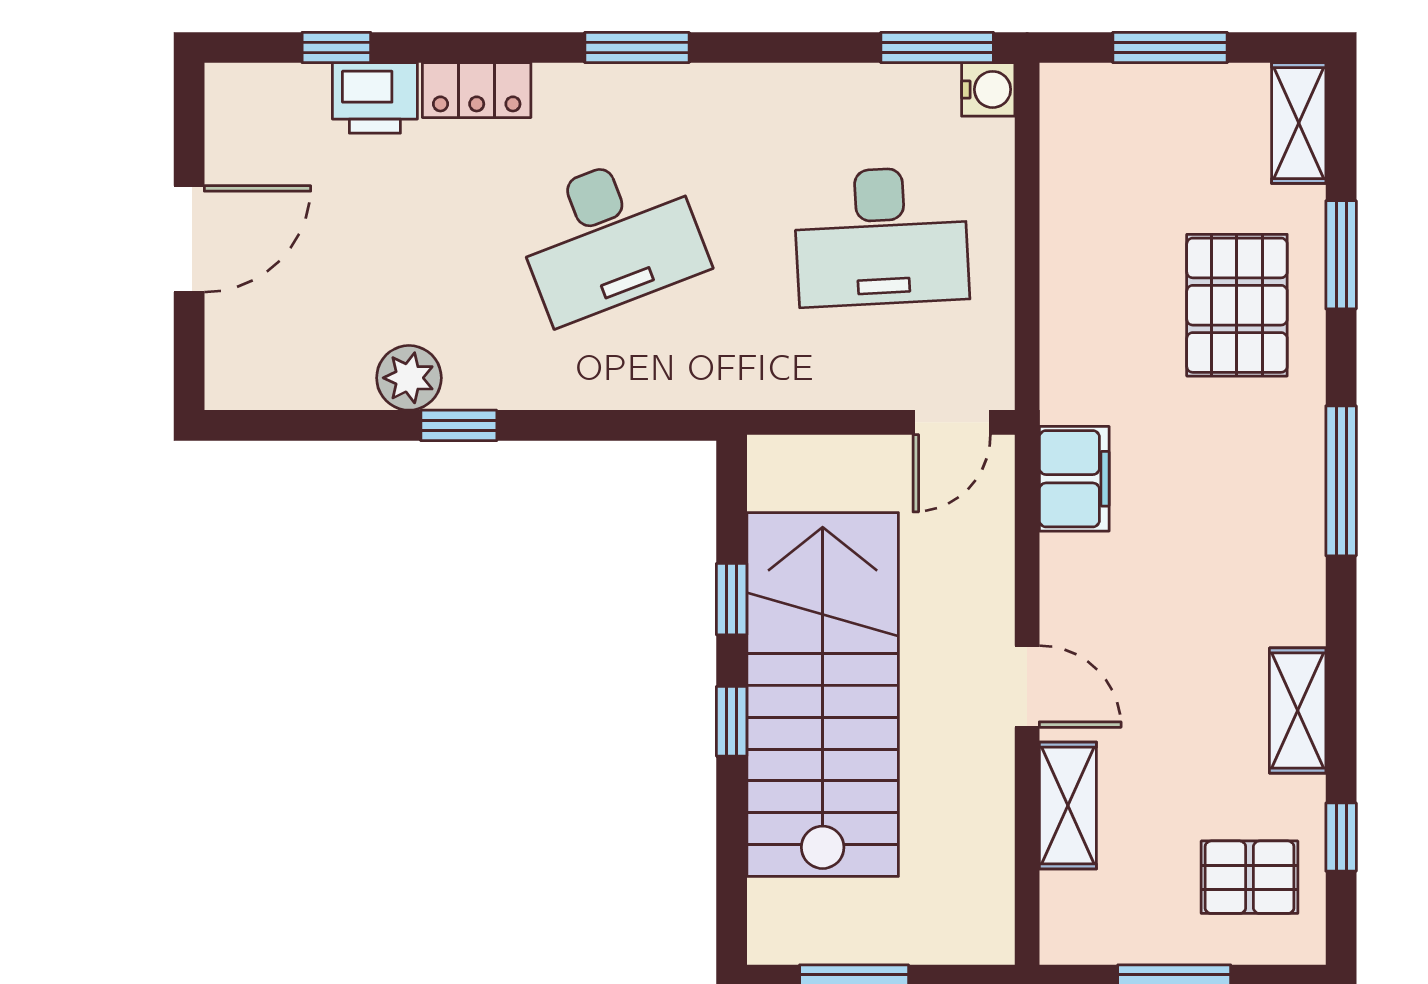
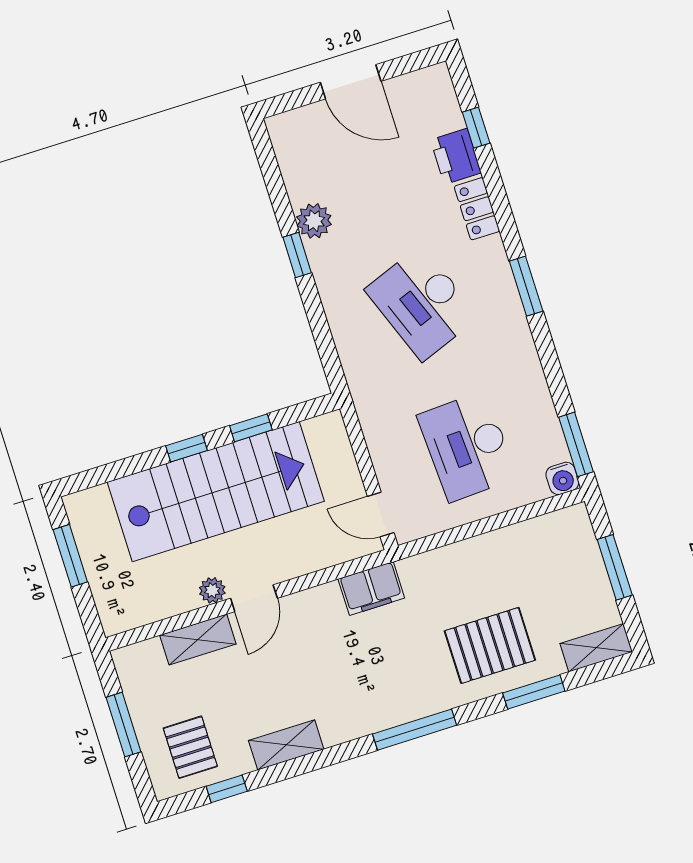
plant: (991, 754) -> (212, 590), added

